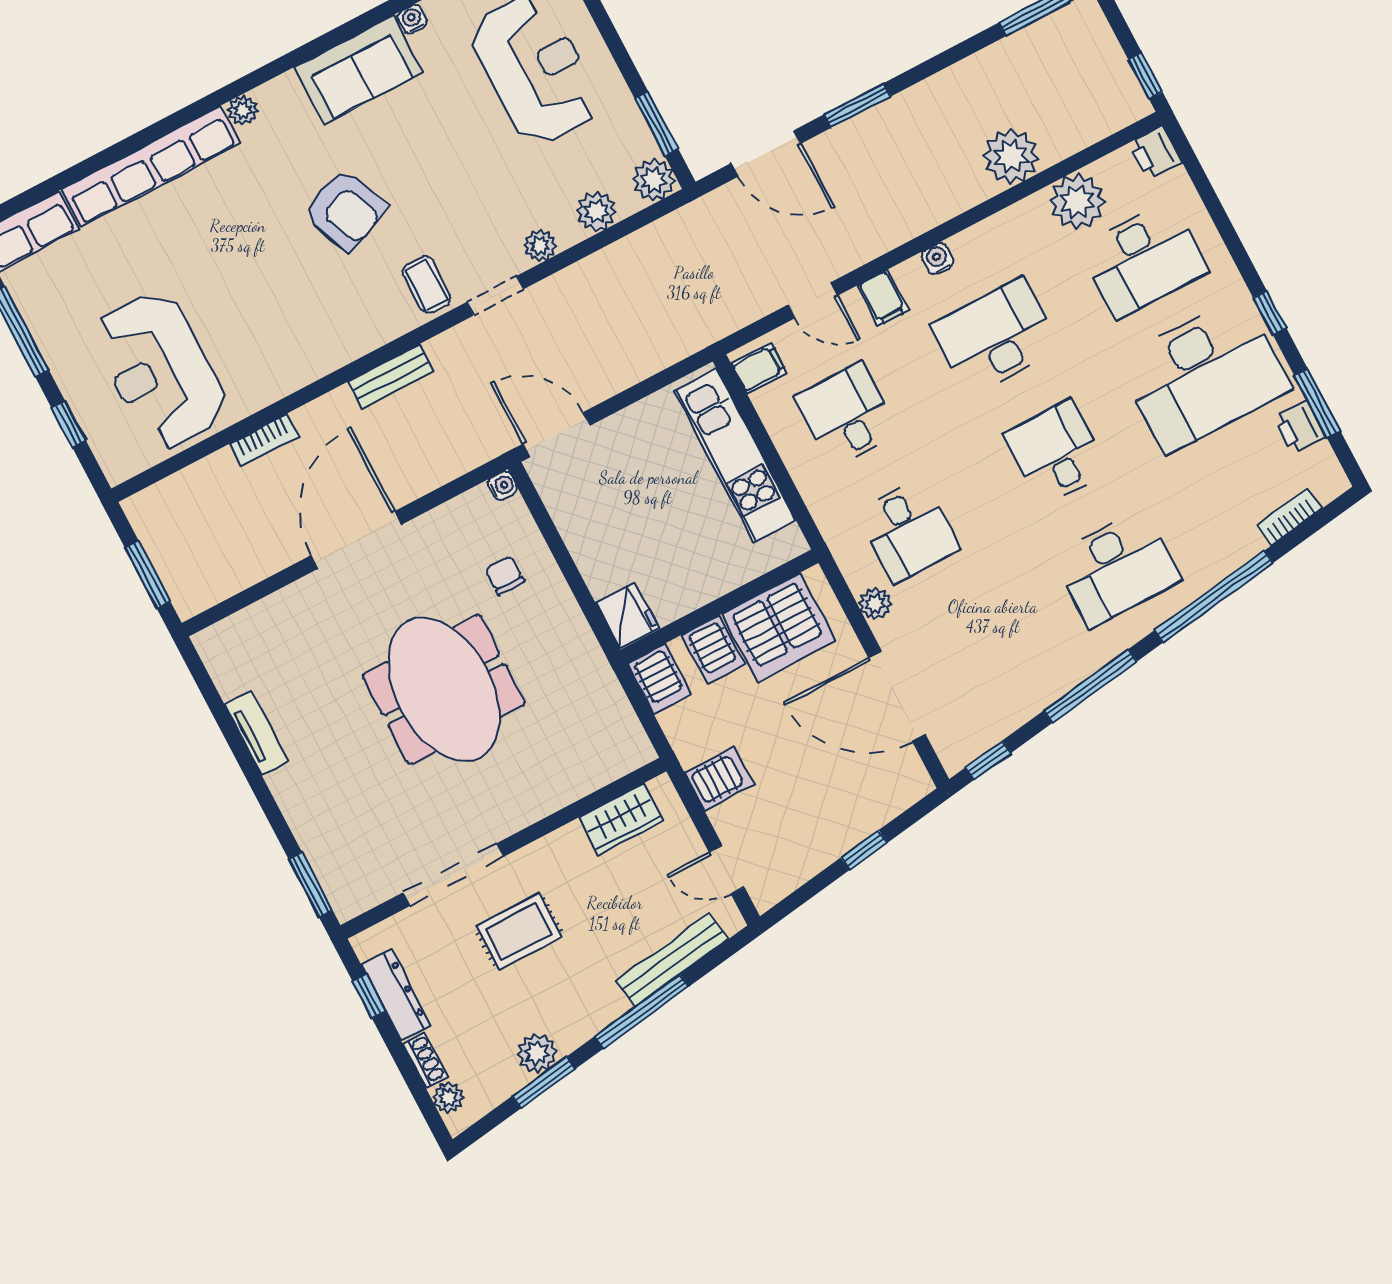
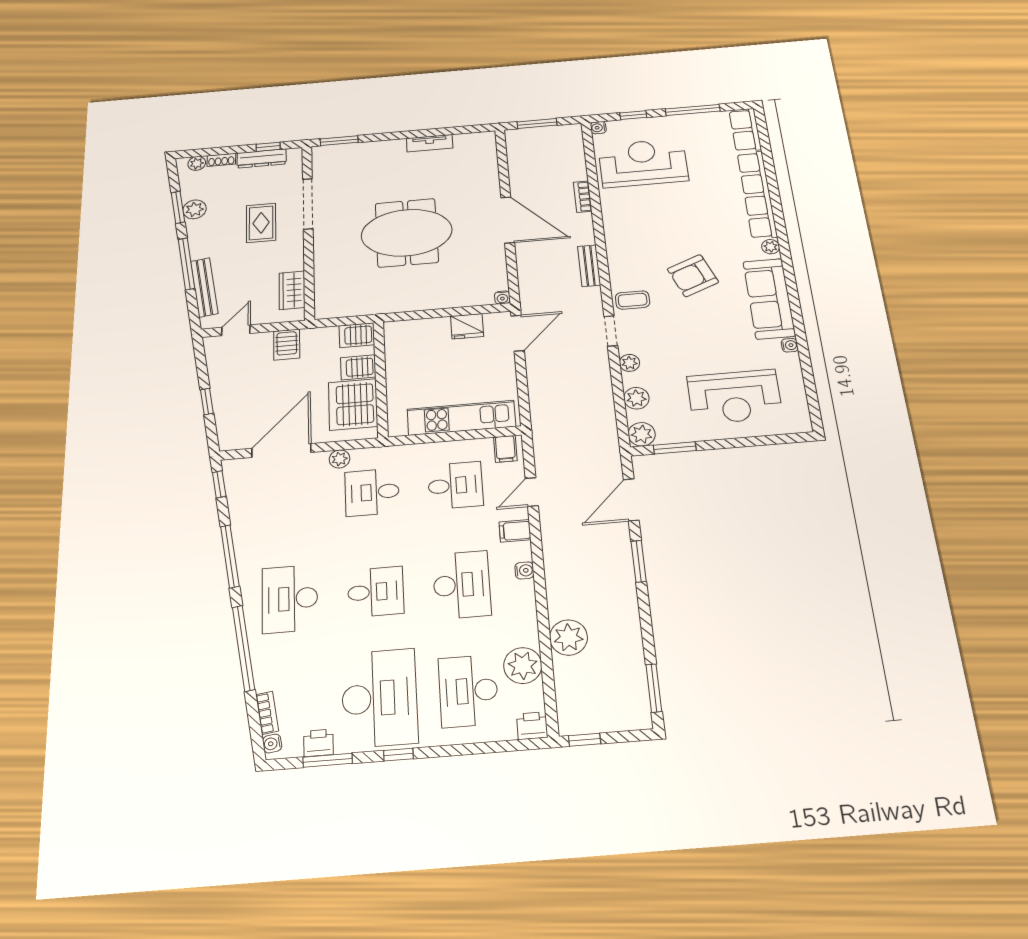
sofa: (358, 70) -> (769, 299), width x1.36
desk: (1204, 375) -> (379, 698), turned 180
water cooler: (117, 471) -> (598, 128), added
water cooler: (1327, 489) -> (272, 744), added
chair: (505, 575) -> (453, 281), removed
fridge: (627, 615) -> (467, 326), moved

